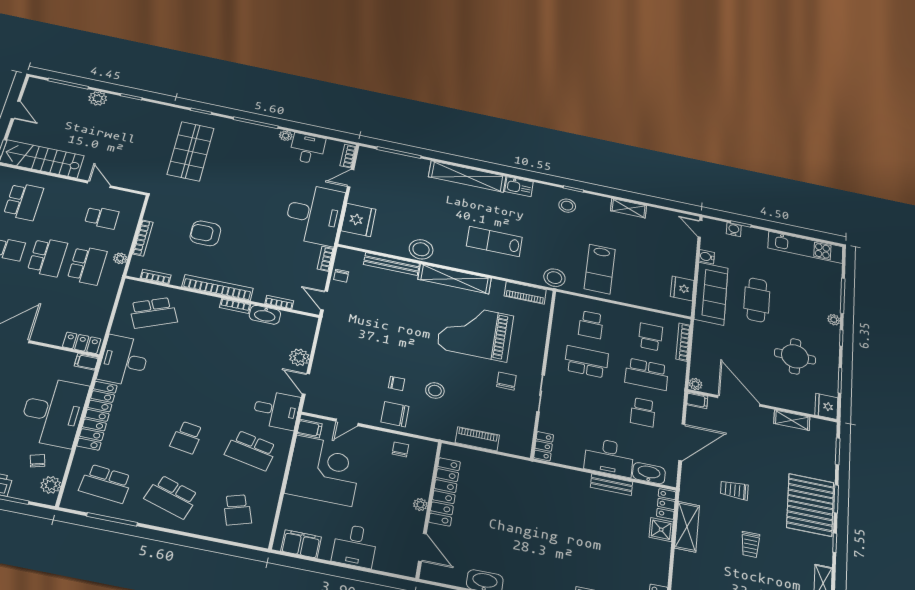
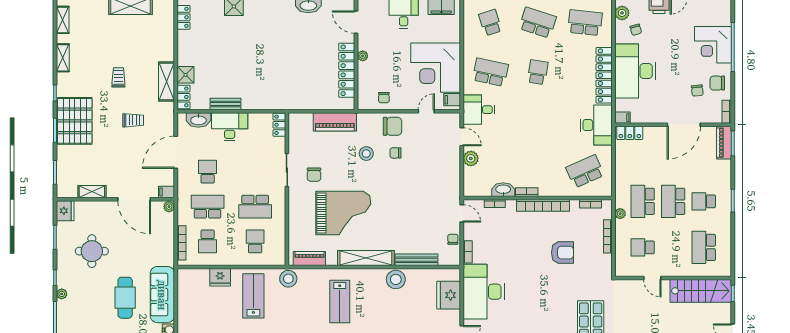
lab bench: (494, 242) -> (340, 301), turned 90
fridge: (682, 289) -> (220, 277), moved, turned 90
piano: (477, 439) -> (335, 122), width x1.37, depth x1.33

